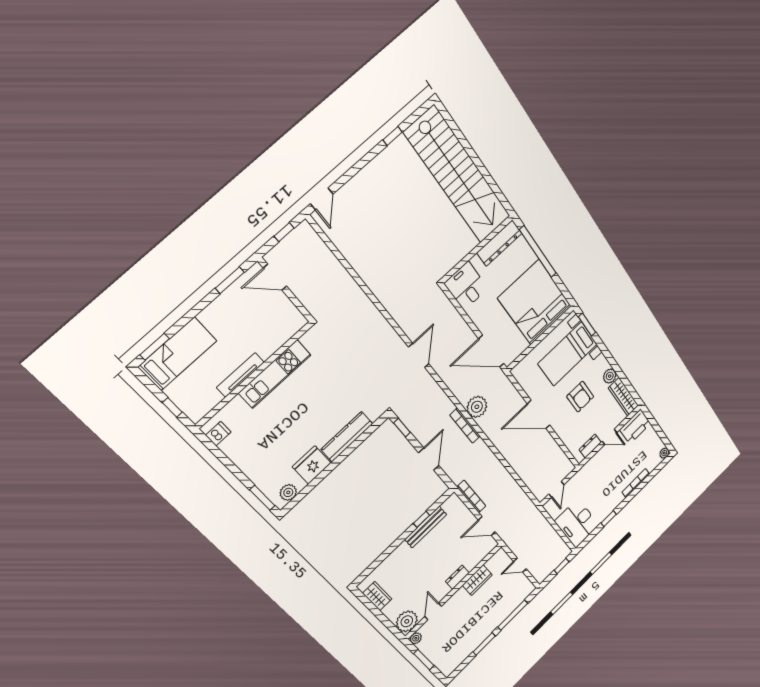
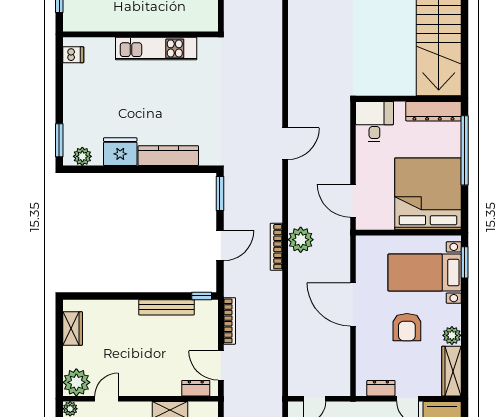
door: (491, 351) -> (353, 201), width x0.73
tv unit: (240, 375) -> (130, 25), removed
window: (402, 428) -> (220, 193), width x1.50
window: (422, 519) -> (202, 296), moved
dresser: (457, 577) -> (196, 388), moved

